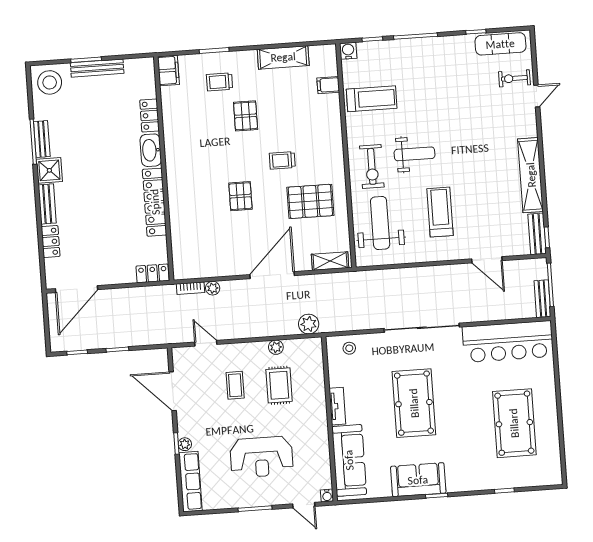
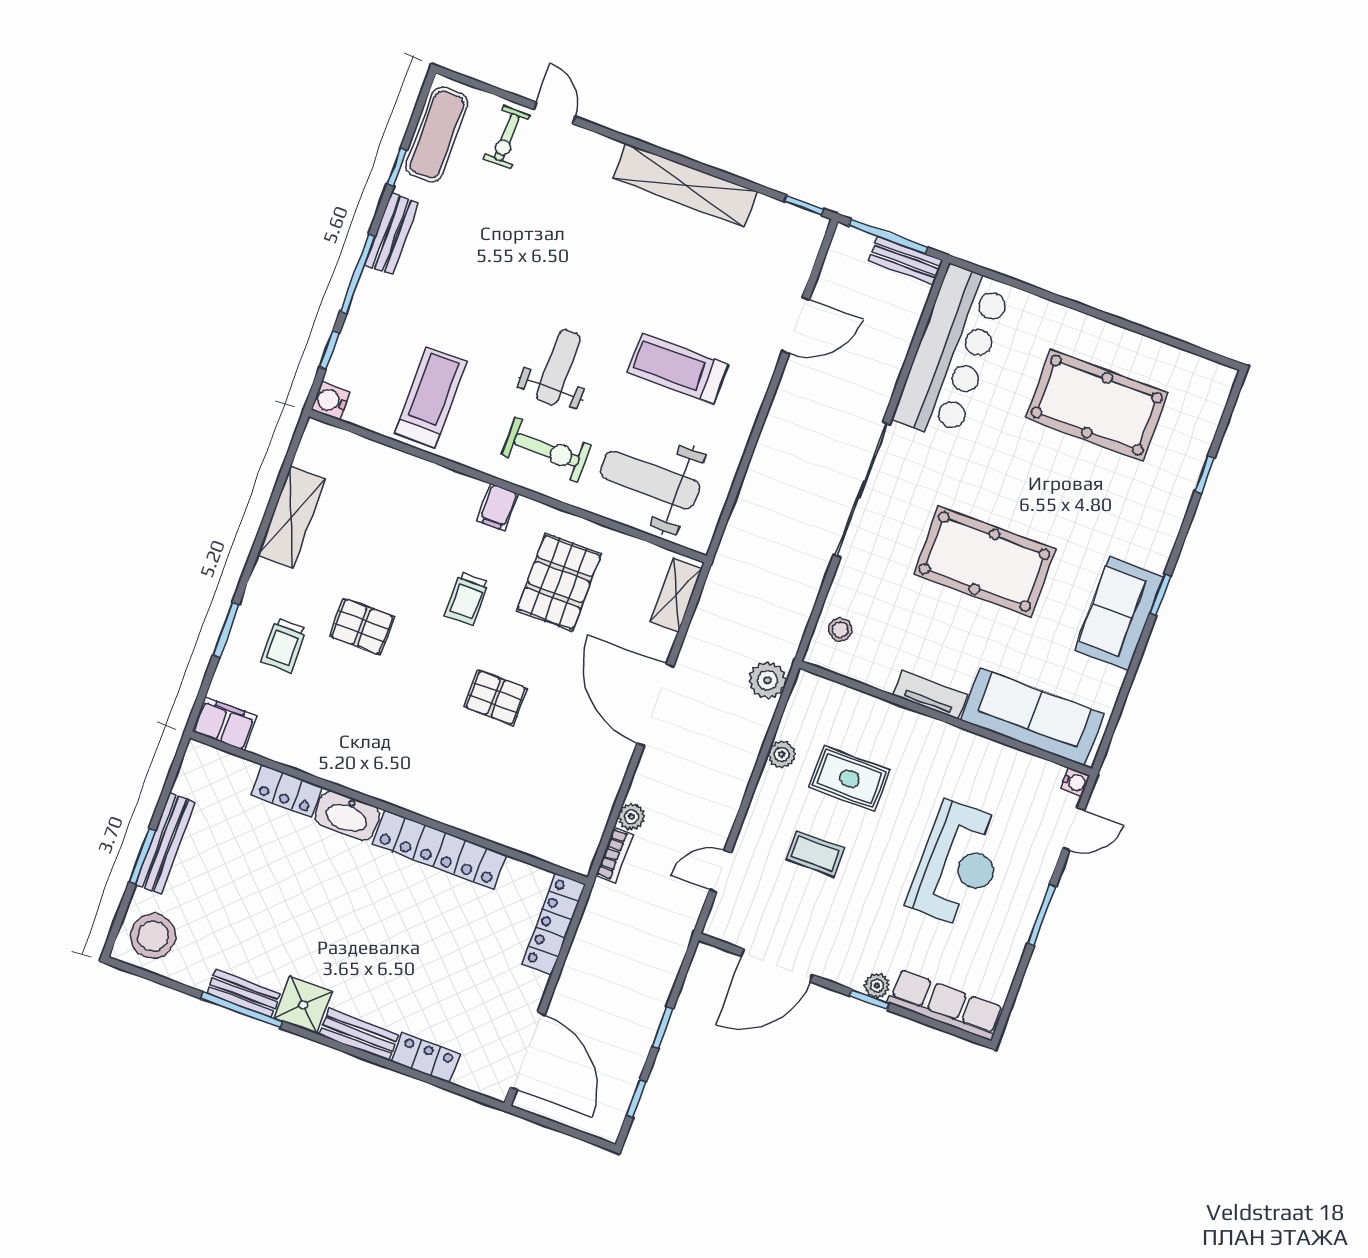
filing cabinet: (328, 85) -> (498, 507), moved
bench: (537, 234) -> (392, 234), moved, turned 90
locker: (153, 273) -> (554, 924), width x1.53

